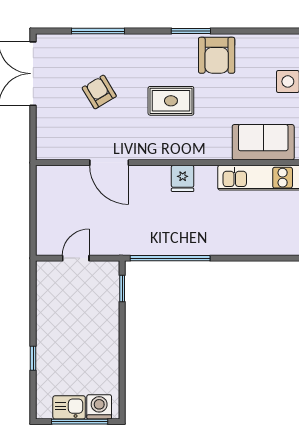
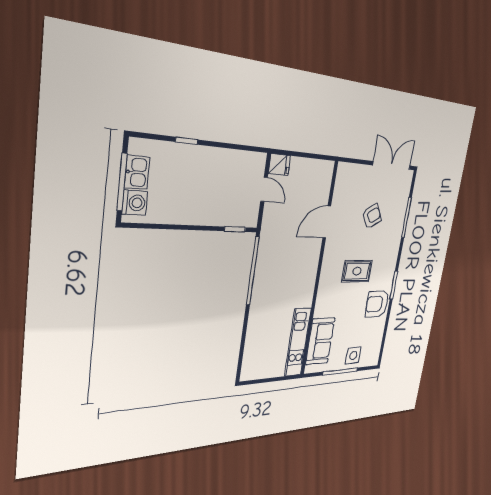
rug: (171, 101) -> (357, 271), turned 90
fridge: (183, 178) -> (280, 164), moved, turned 180

